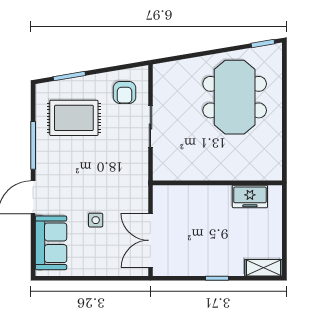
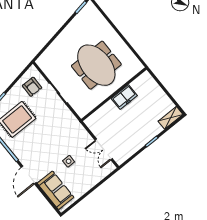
meeting table: (235, 97) -> (96, 65), moved
freezer: (250, 196) -> (124, 97), moved
double door: (150, 240) -> (104, 149), width x0.73

